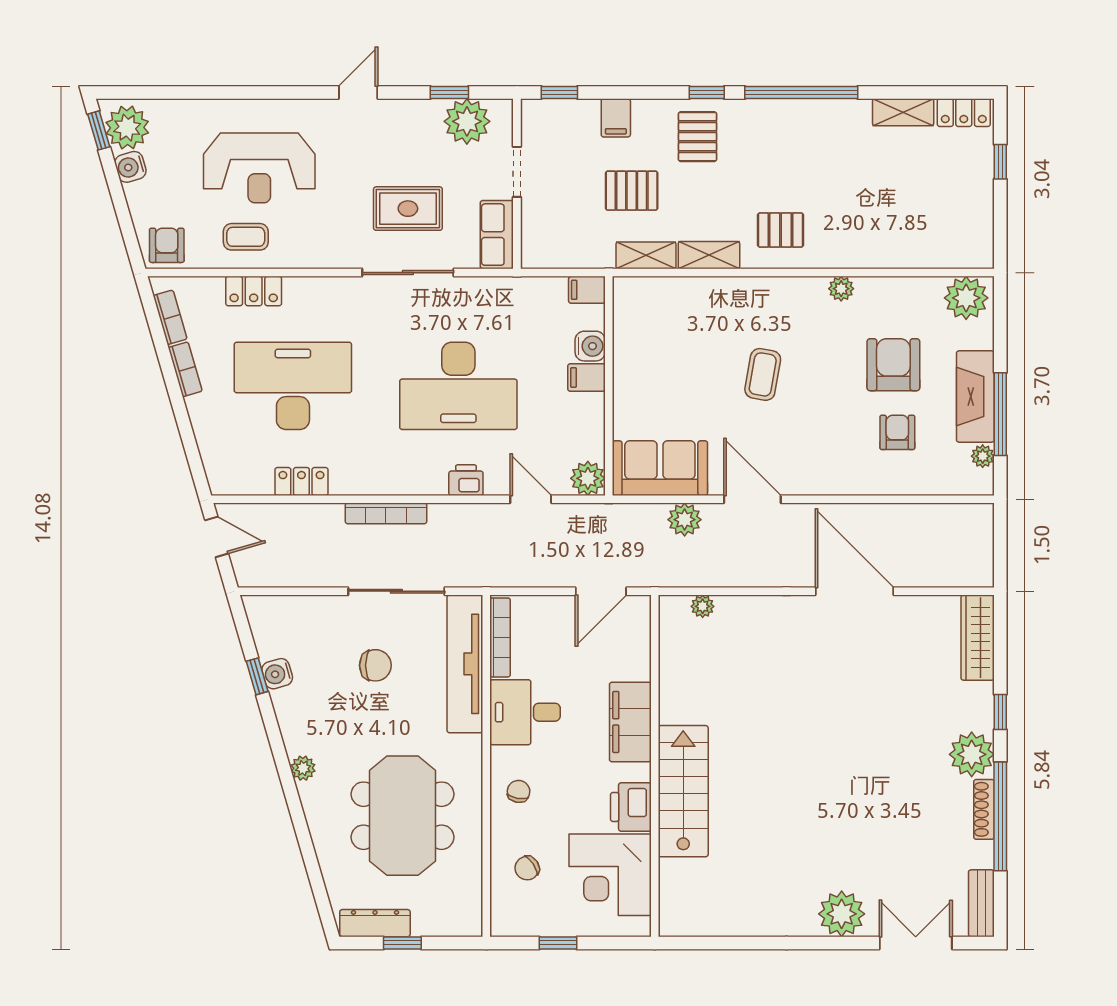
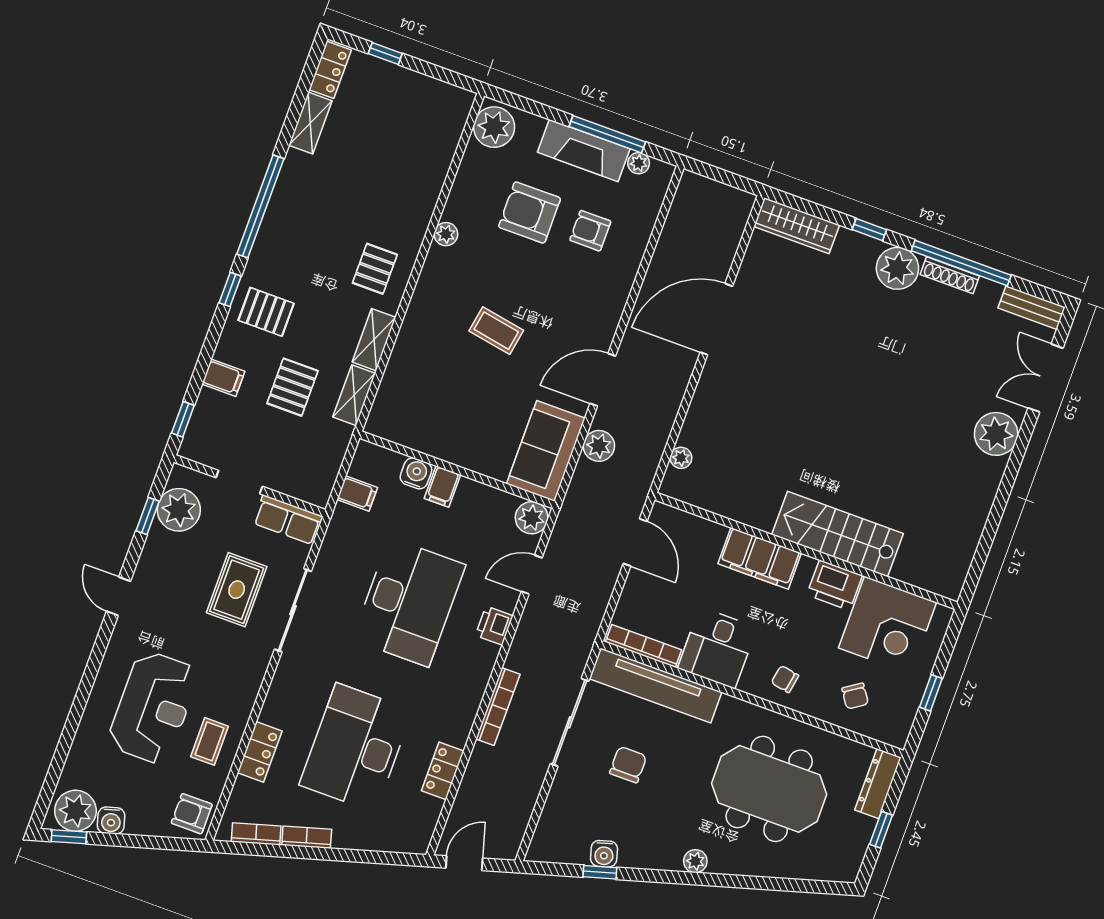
filing cabinet: (587, 290) -> (357, 493), moved, turned -90
dresser: (375, 923) -> (878, 784), moved

